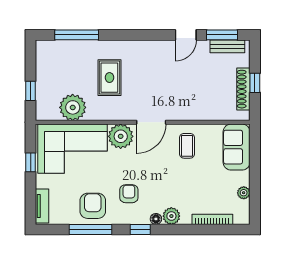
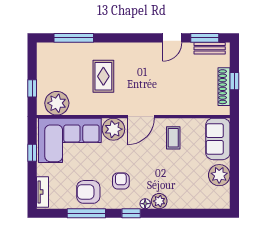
plant: (73, 107) -> (57, 103), moved
plant: (244, 193) -> (219, 175), width x1.87, depth x1.87
armchair: (93, 206) -> (88, 192), turned -90
bookcase: (212, 219) -> (196, 204), removed

